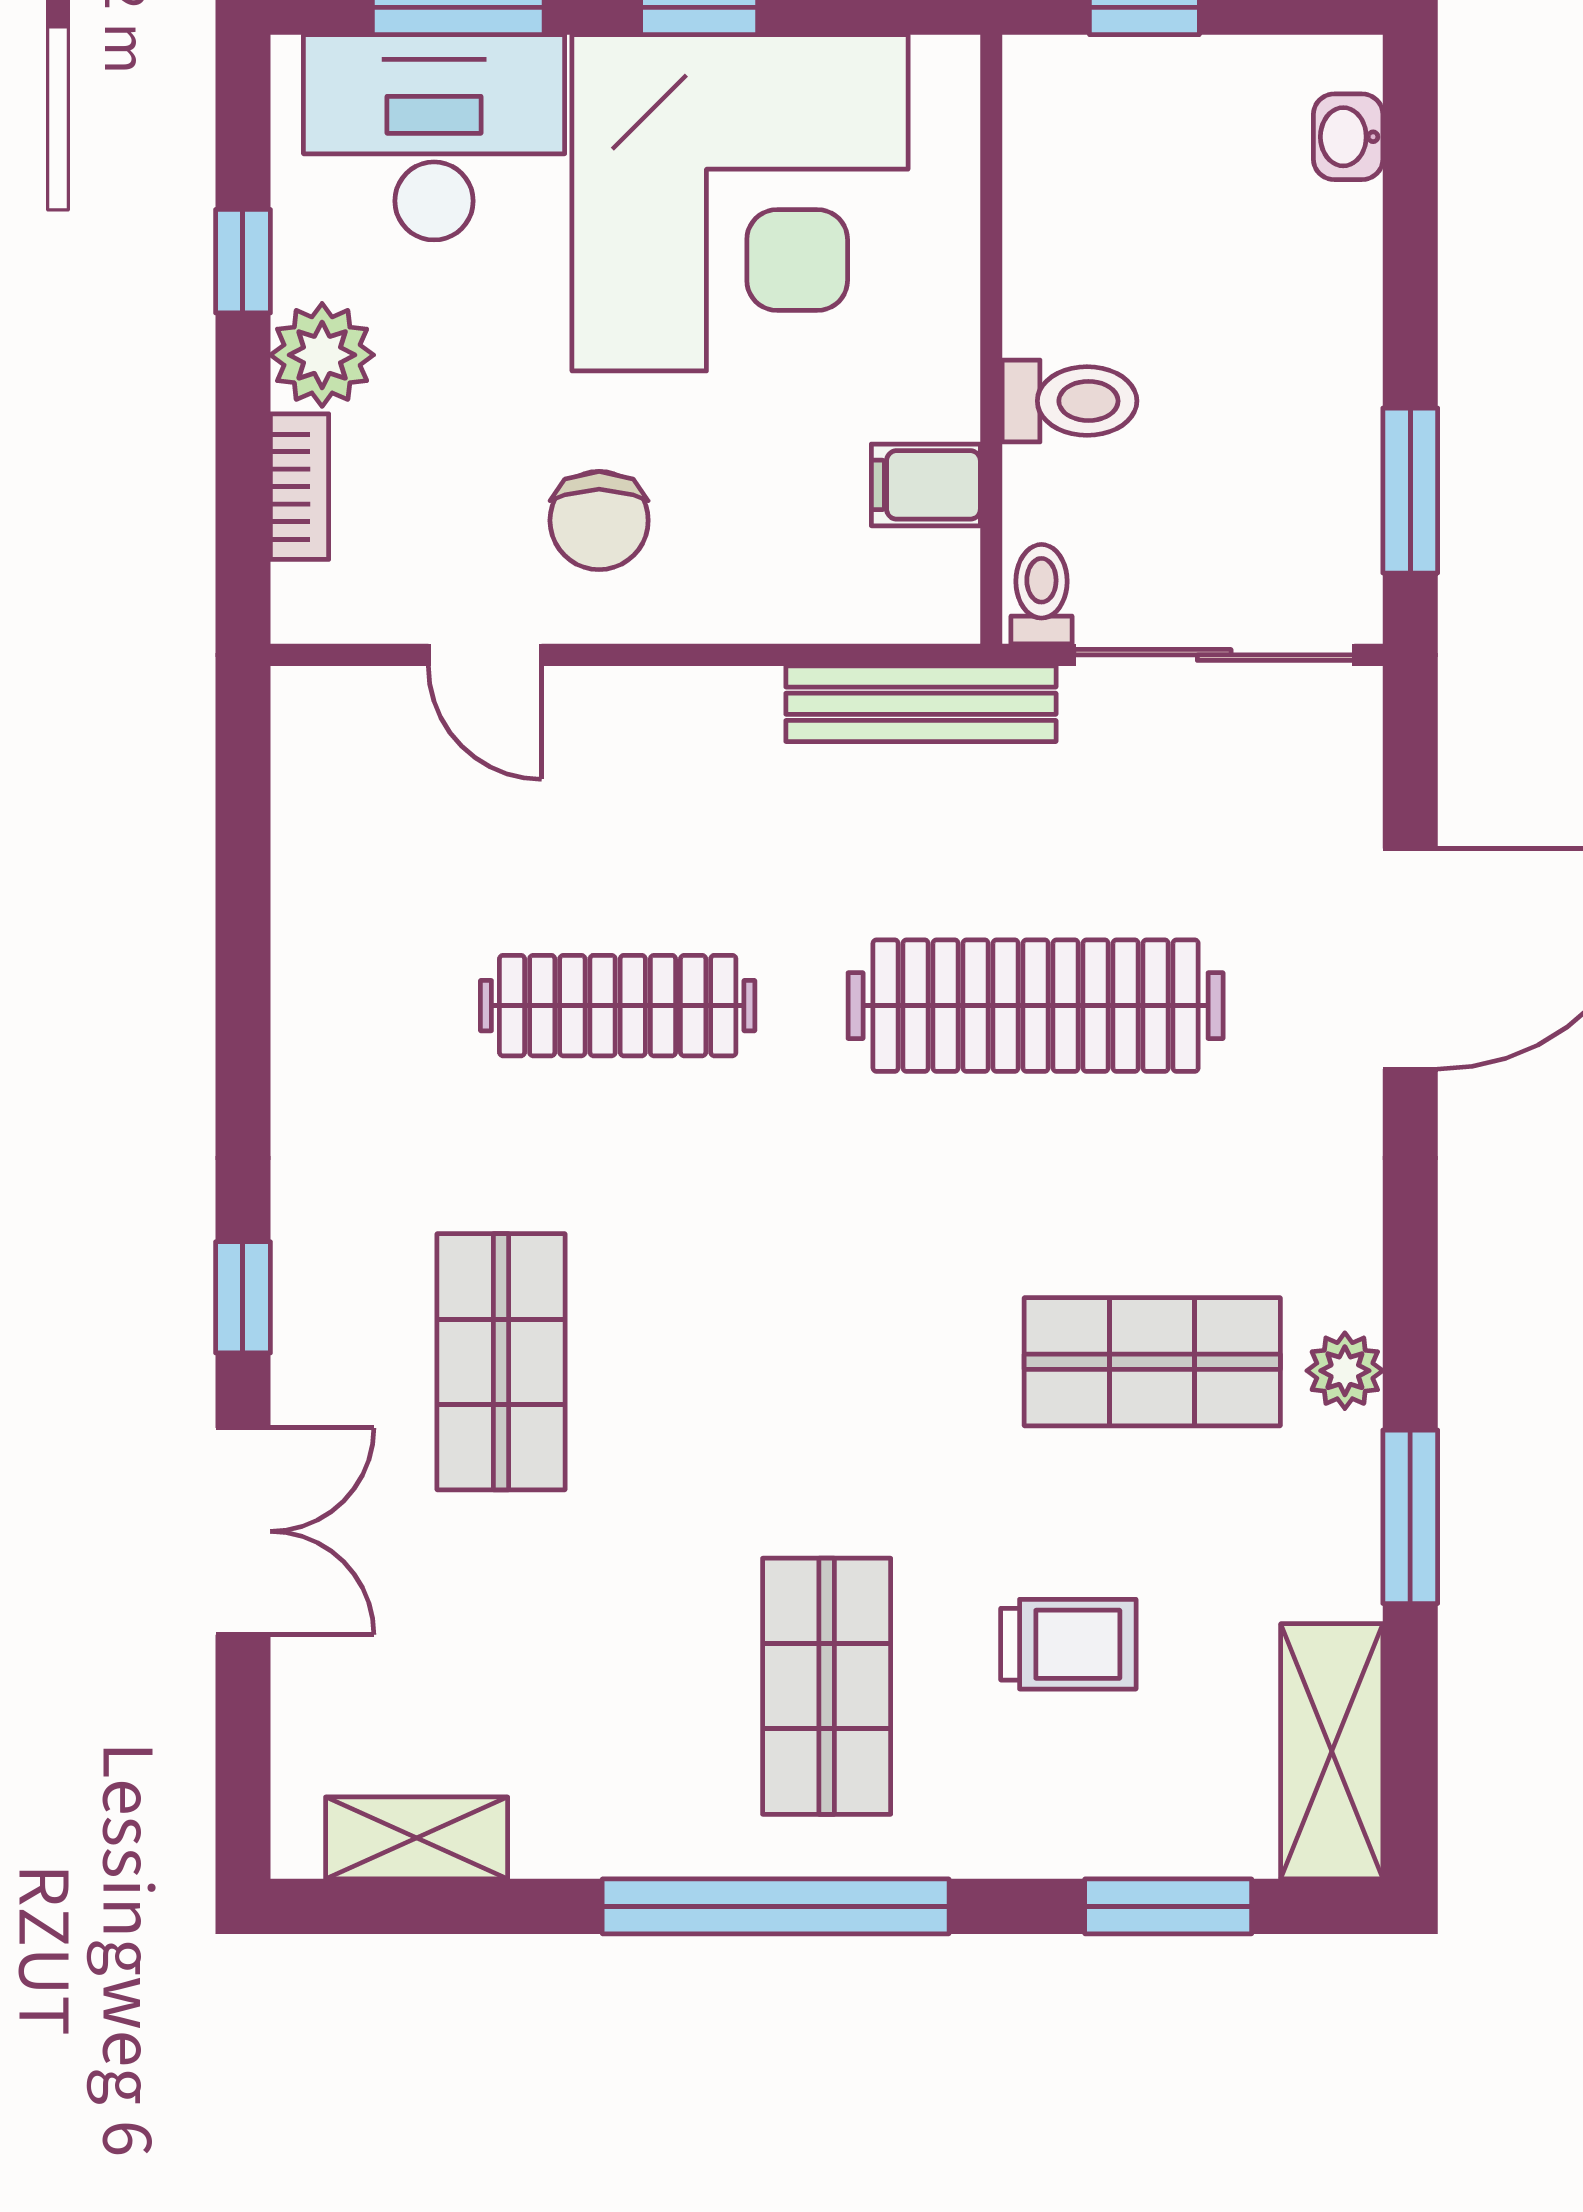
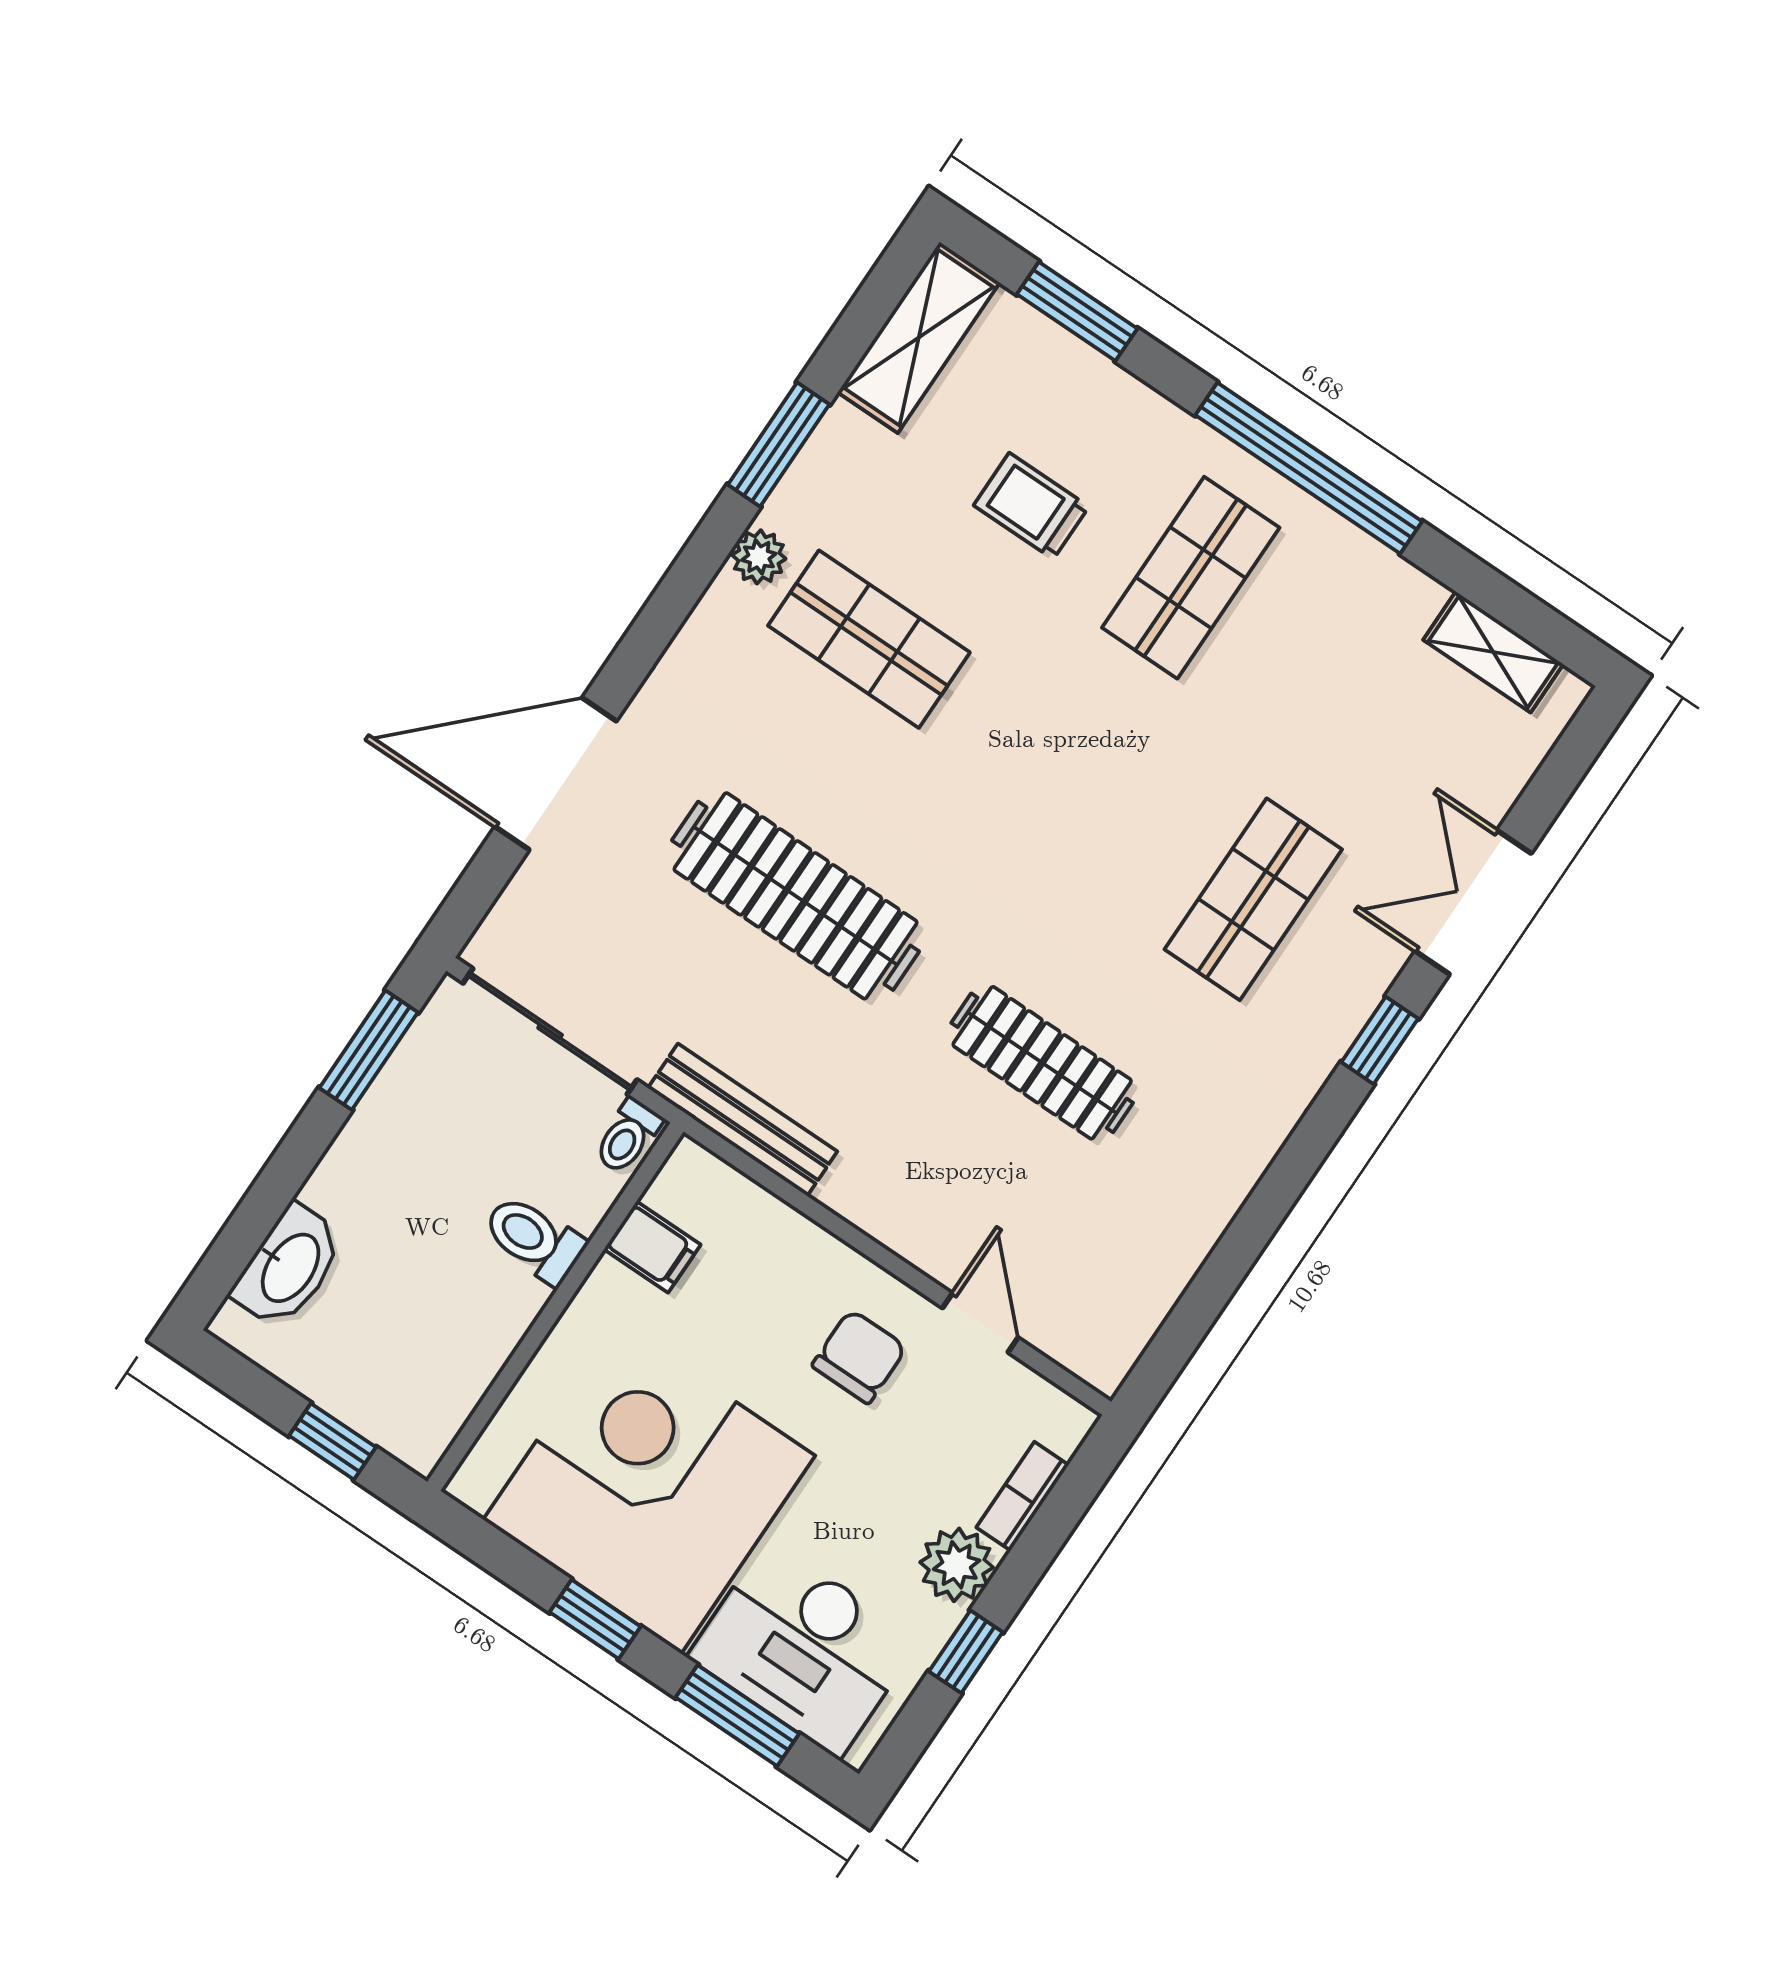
washbasin: (1348, 137) -> (289, 1267), width x1.91, depth x1.45

